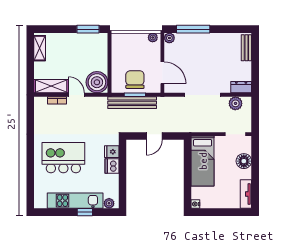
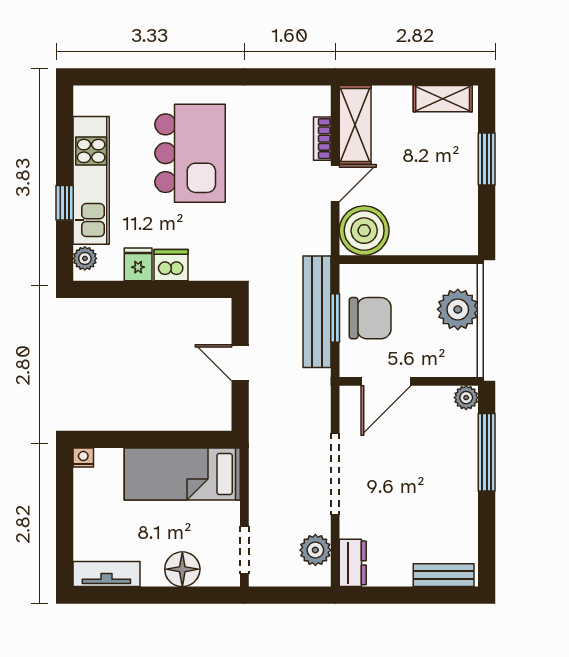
window: (88, 29) -> (487, 159), moved
plant: (153, 37) -> (458, 309), moved, width x1.88, depth x1.88
fridge: (112, 152) -> (138, 264), moved

